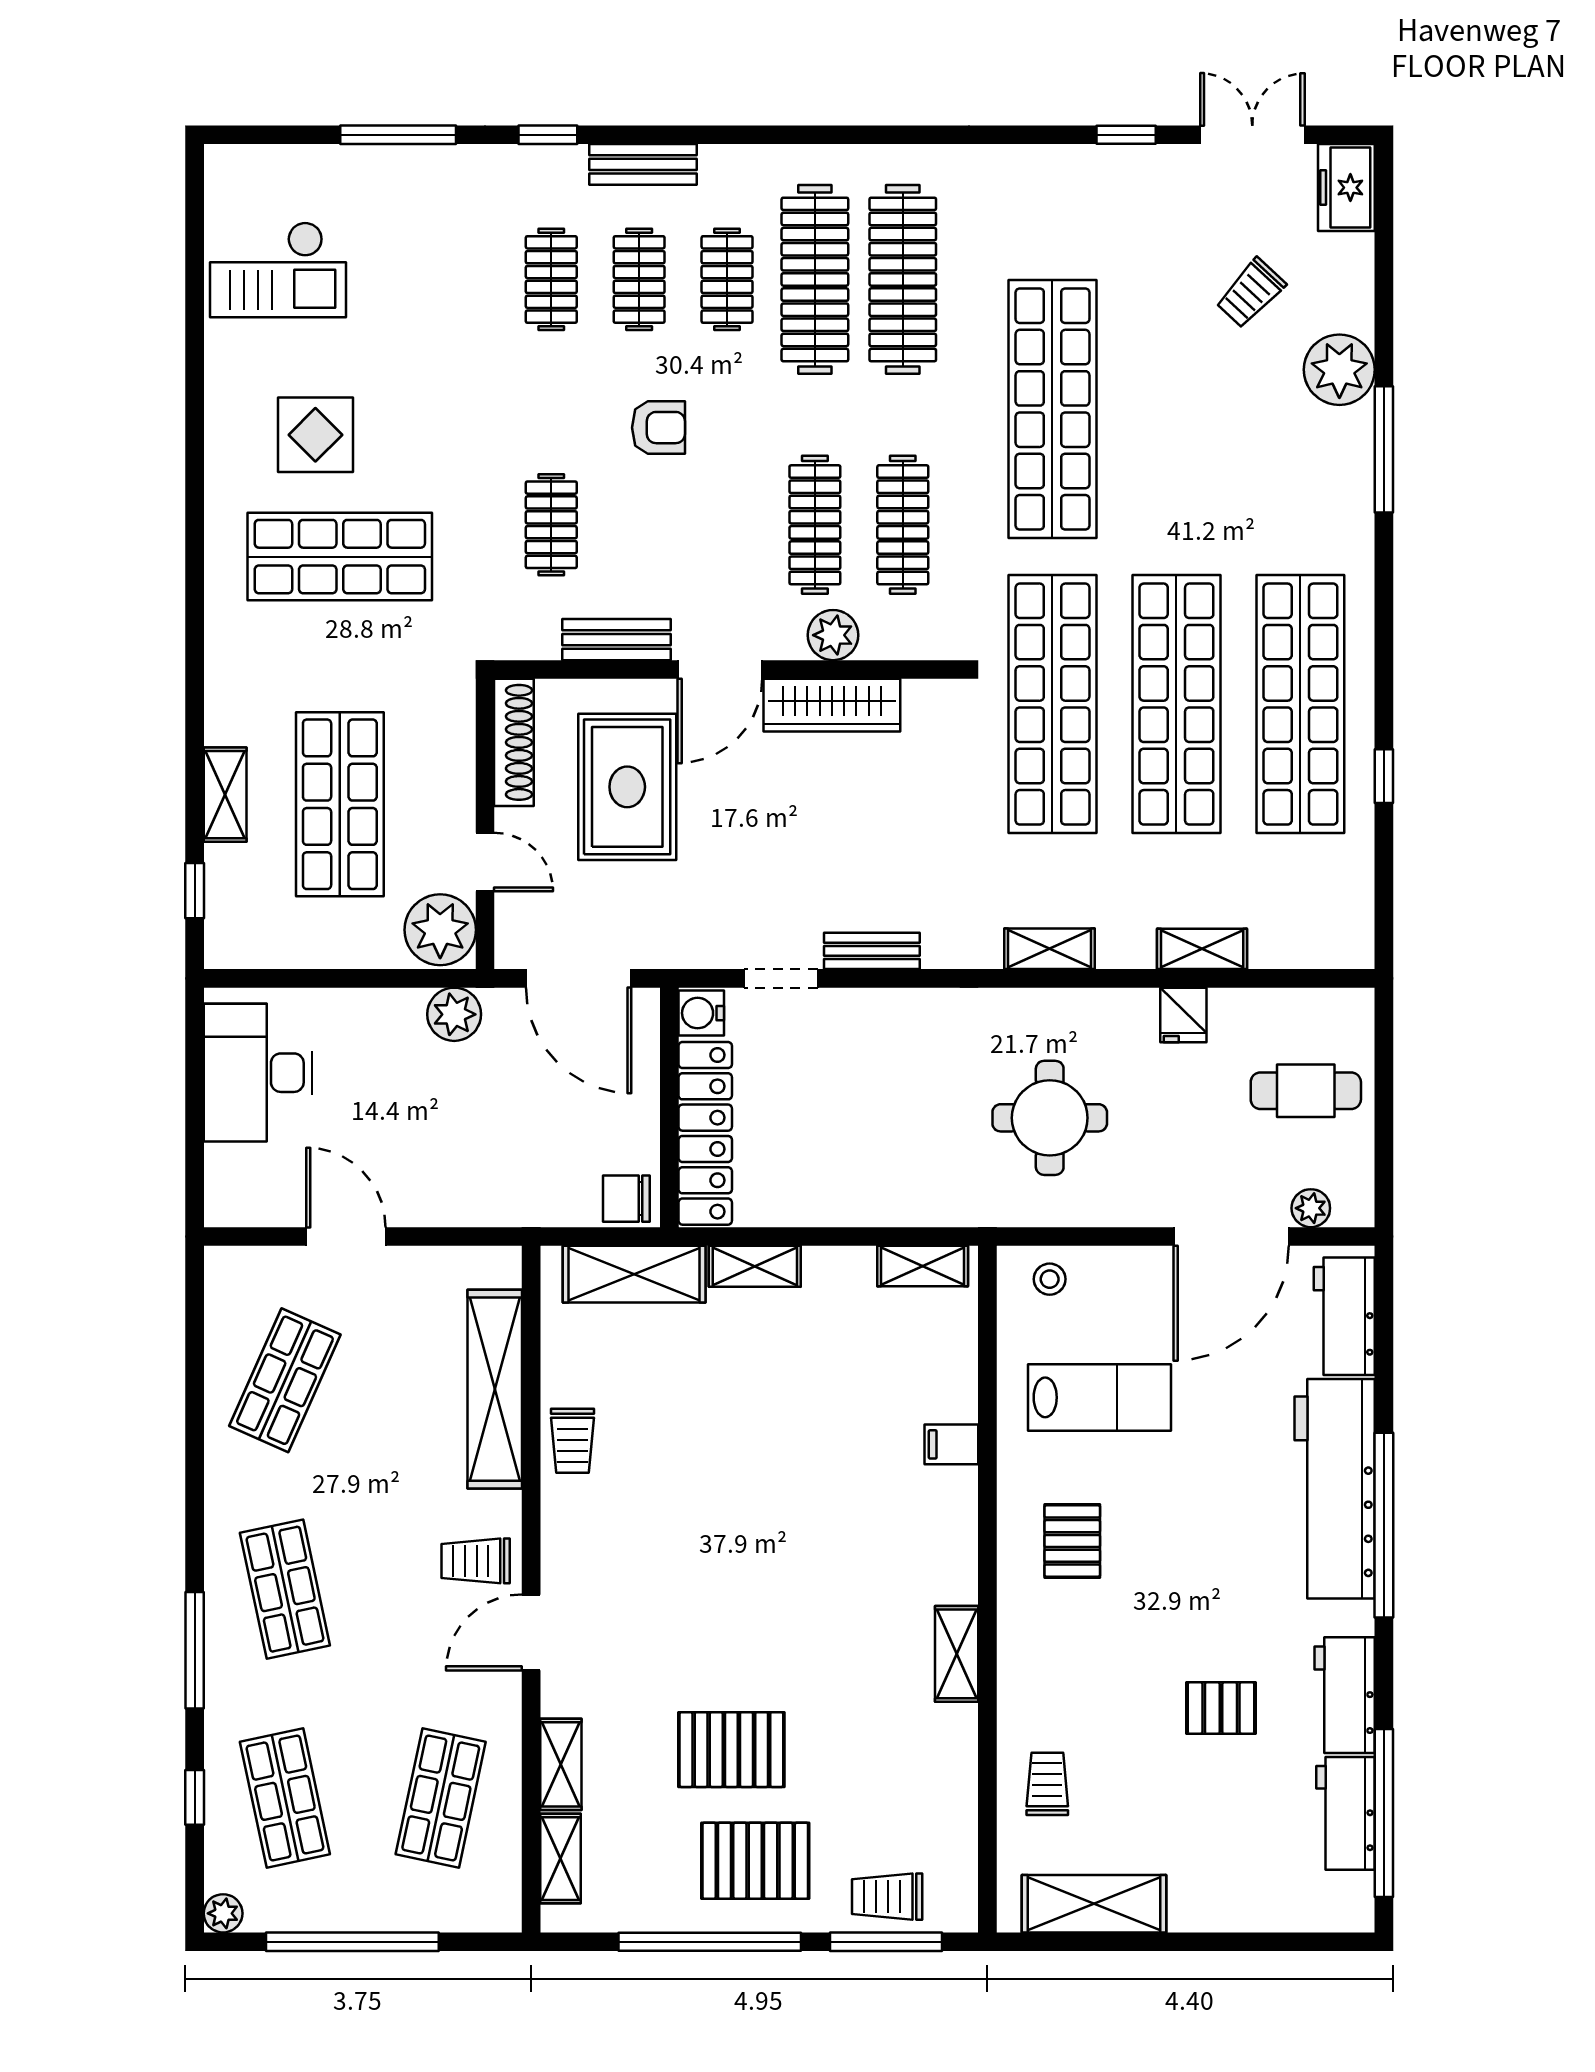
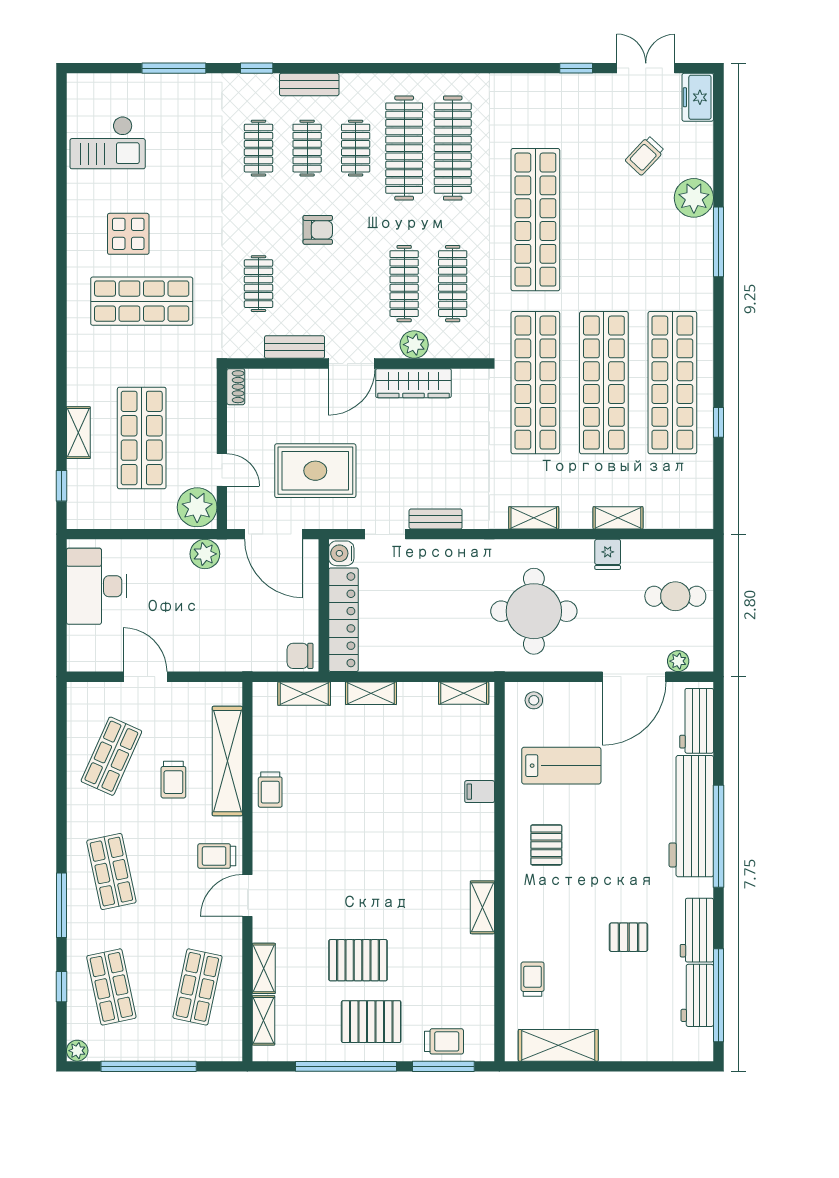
shoe rack: (514, 742) -> (236, 387), width x0.51, depth x0.81
rug: (627, 787) -> (315, 471), moved, turned 90
round table: (1050, 1118) -> (534, 611), width x1.36, depth x1.36
shelving: (634, 1274) -> (304, 694), width x0.67, depth x0.75
trolley: (397, 1423) -> (173, 780), added
trolley: (887, 1897) -> (444, 1041), turned 180

